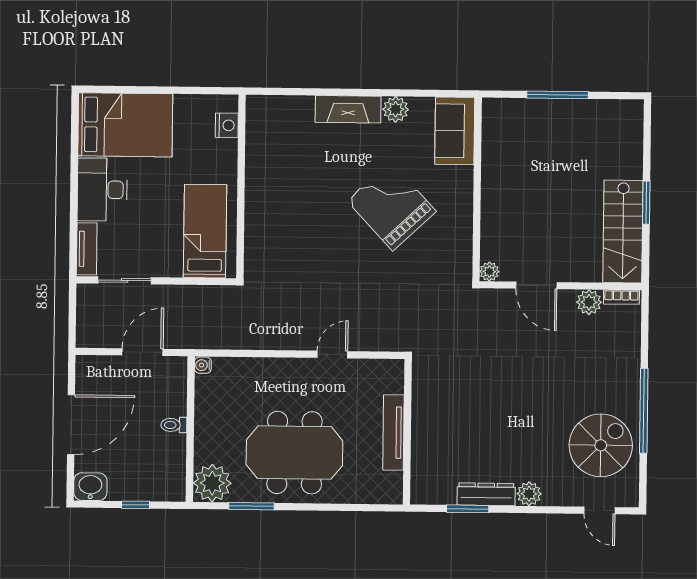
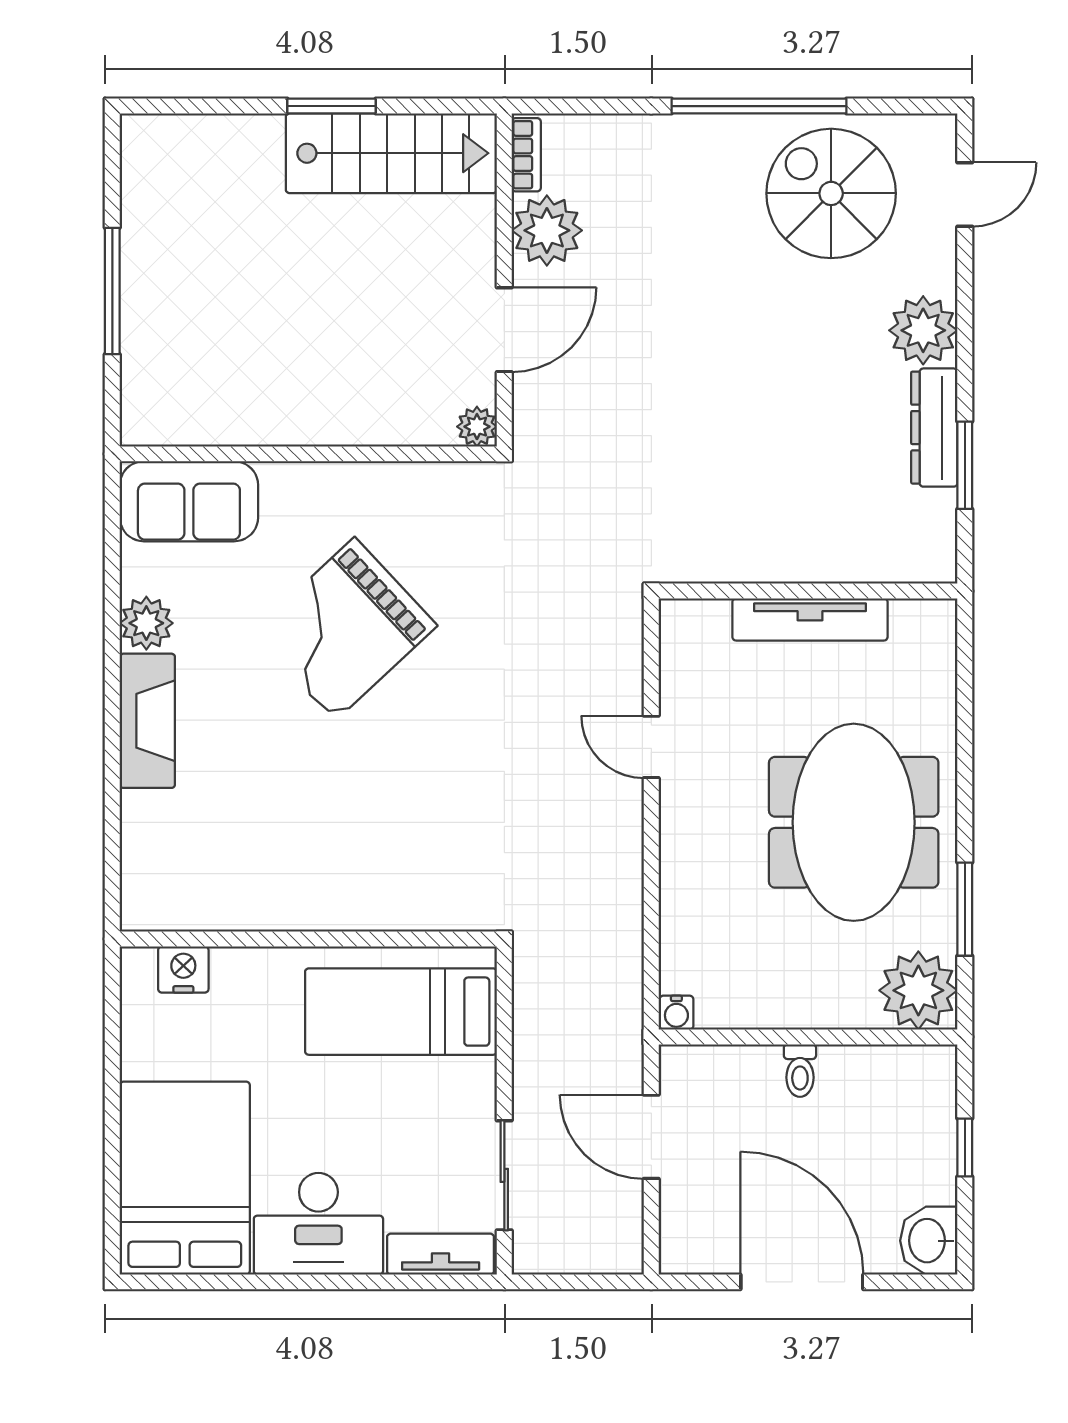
plant: (589, 302) -> (547, 230), width x1.36, depth x1.36
plant: (529, 494) -> (923, 330), width x1.36, depth x1.36

